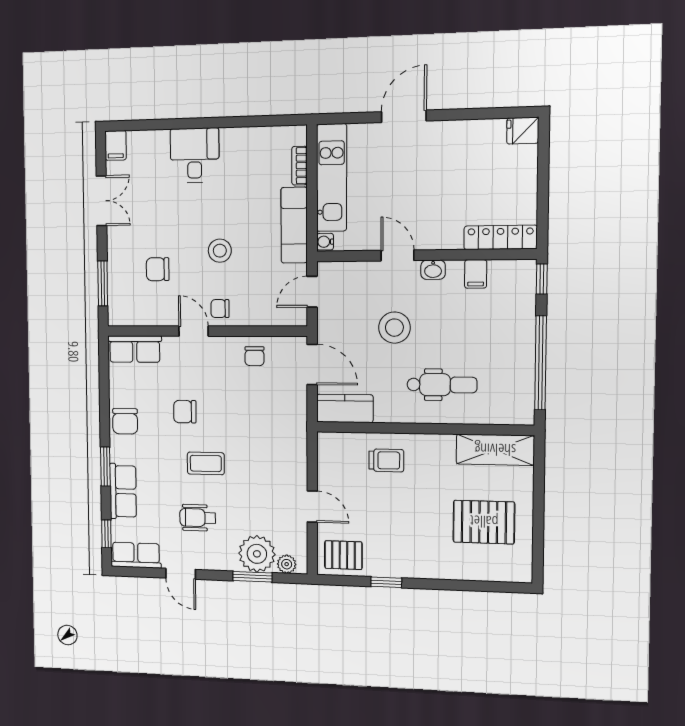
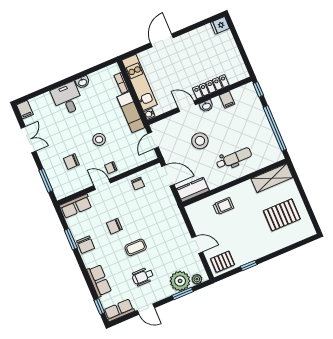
washbasin: (232, 137) -> (83, 82), added
locker: (500, 237) -> (211, 87), moved
window: (105, 467) -> (71, 239), moved

